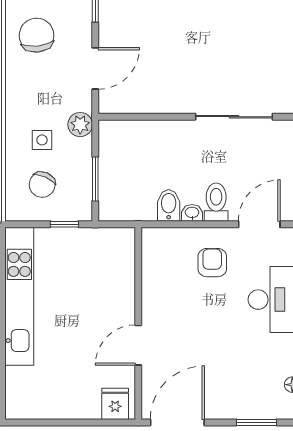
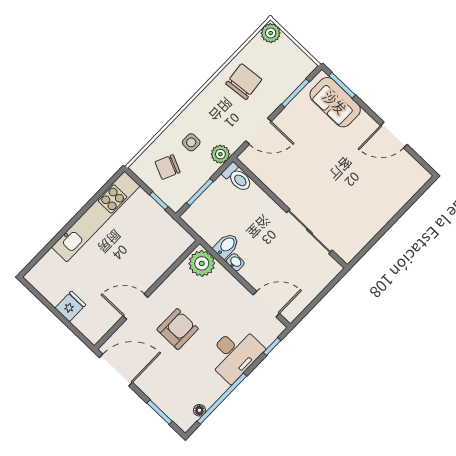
toilet: (216, 202) -> (237, 178), moved, turned 90
plant: (162, 244) -> (202, 263), added
armchair: (212, 263) -> (178, 329), moved, width x1.38, depth x1.38
fridge: (115, 404) -> (70, 306), moved

